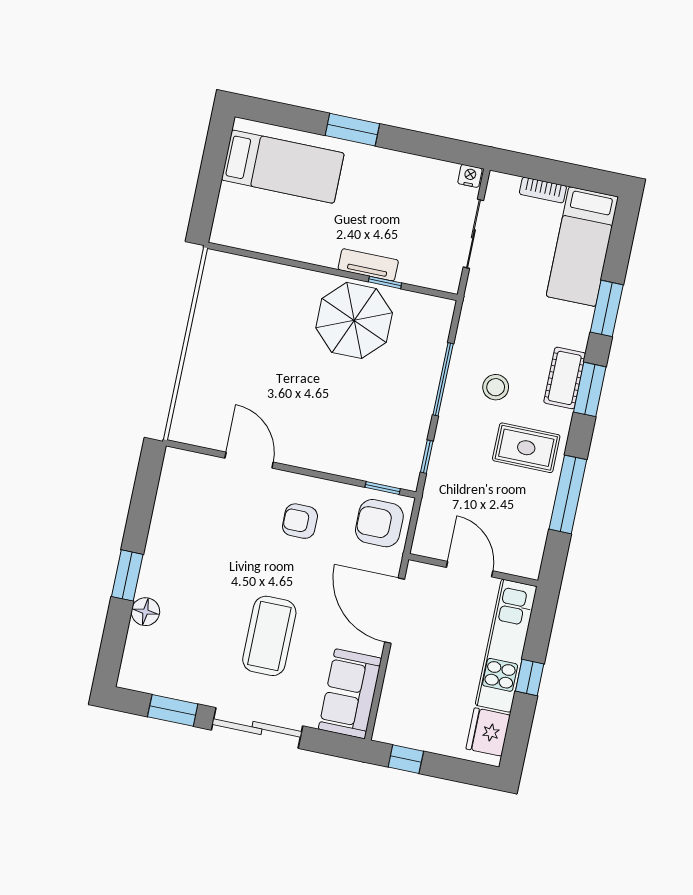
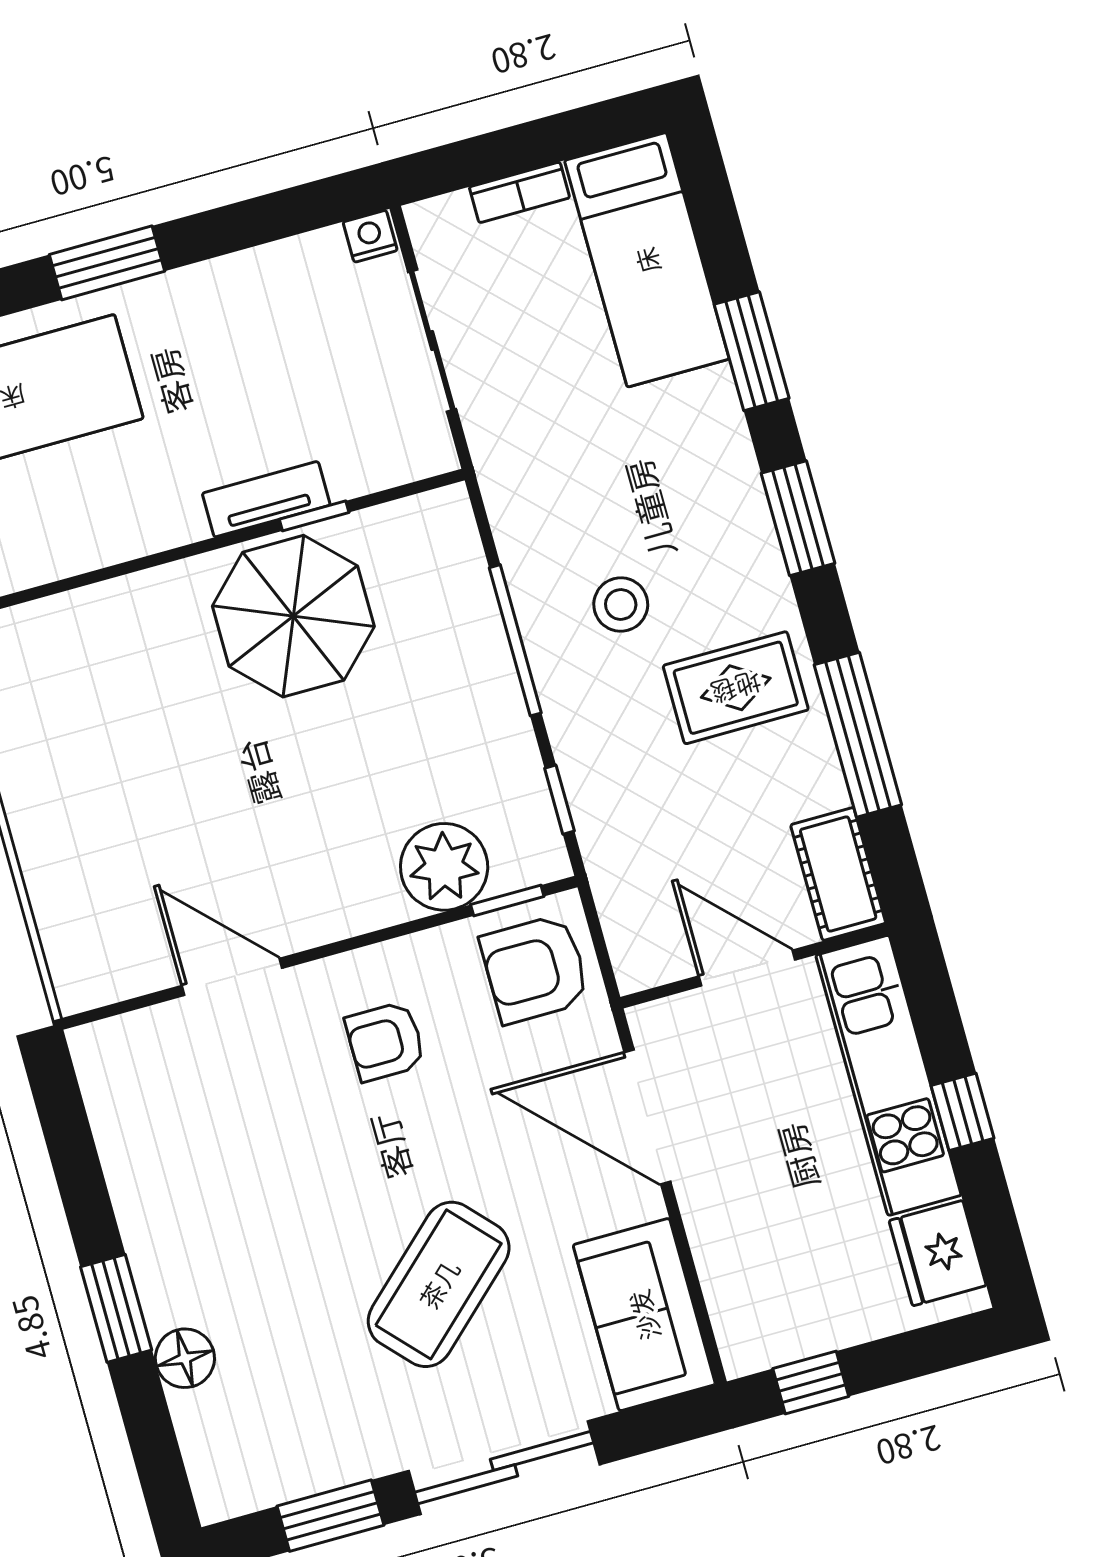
cot: (565, 378) -> (838, 874), moved
plant: (363, 460) -> (444, 867), added
coffee table: (269, 636) -> (439, 1284), turned 47

